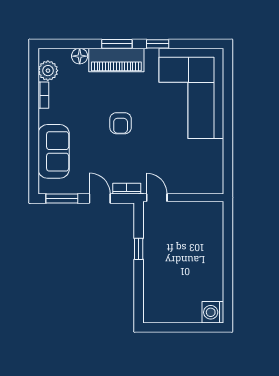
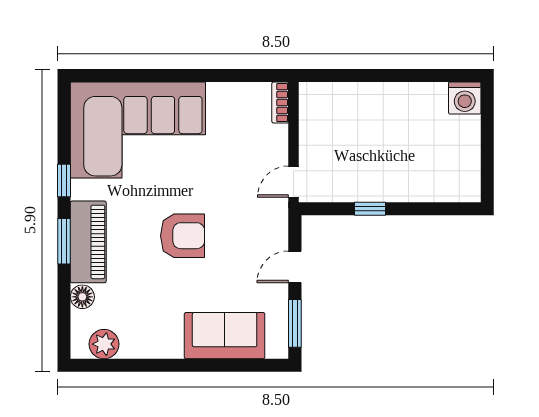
bookcase: (43, 95) -> (141, 351), removed
armchair: (121, 123) -> (183, 236), width x1.38, depth x1.38
bookcase: (127, 189) -> (280, 103), moved

